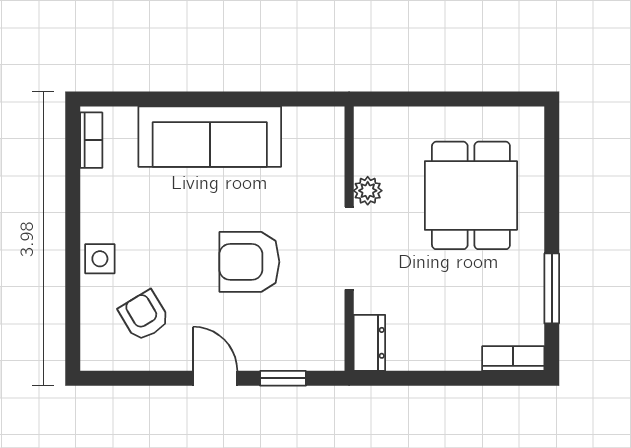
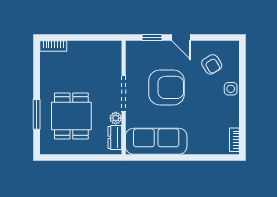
sofa: (210, 137) -> (156, 141), moved
armchair: (249, 262) -> (167, 87), width x1.36, depth x1.36
window: (552, 288) -> (37, 114), moved
dresser: (369, 343) -> (115, 137), moved

